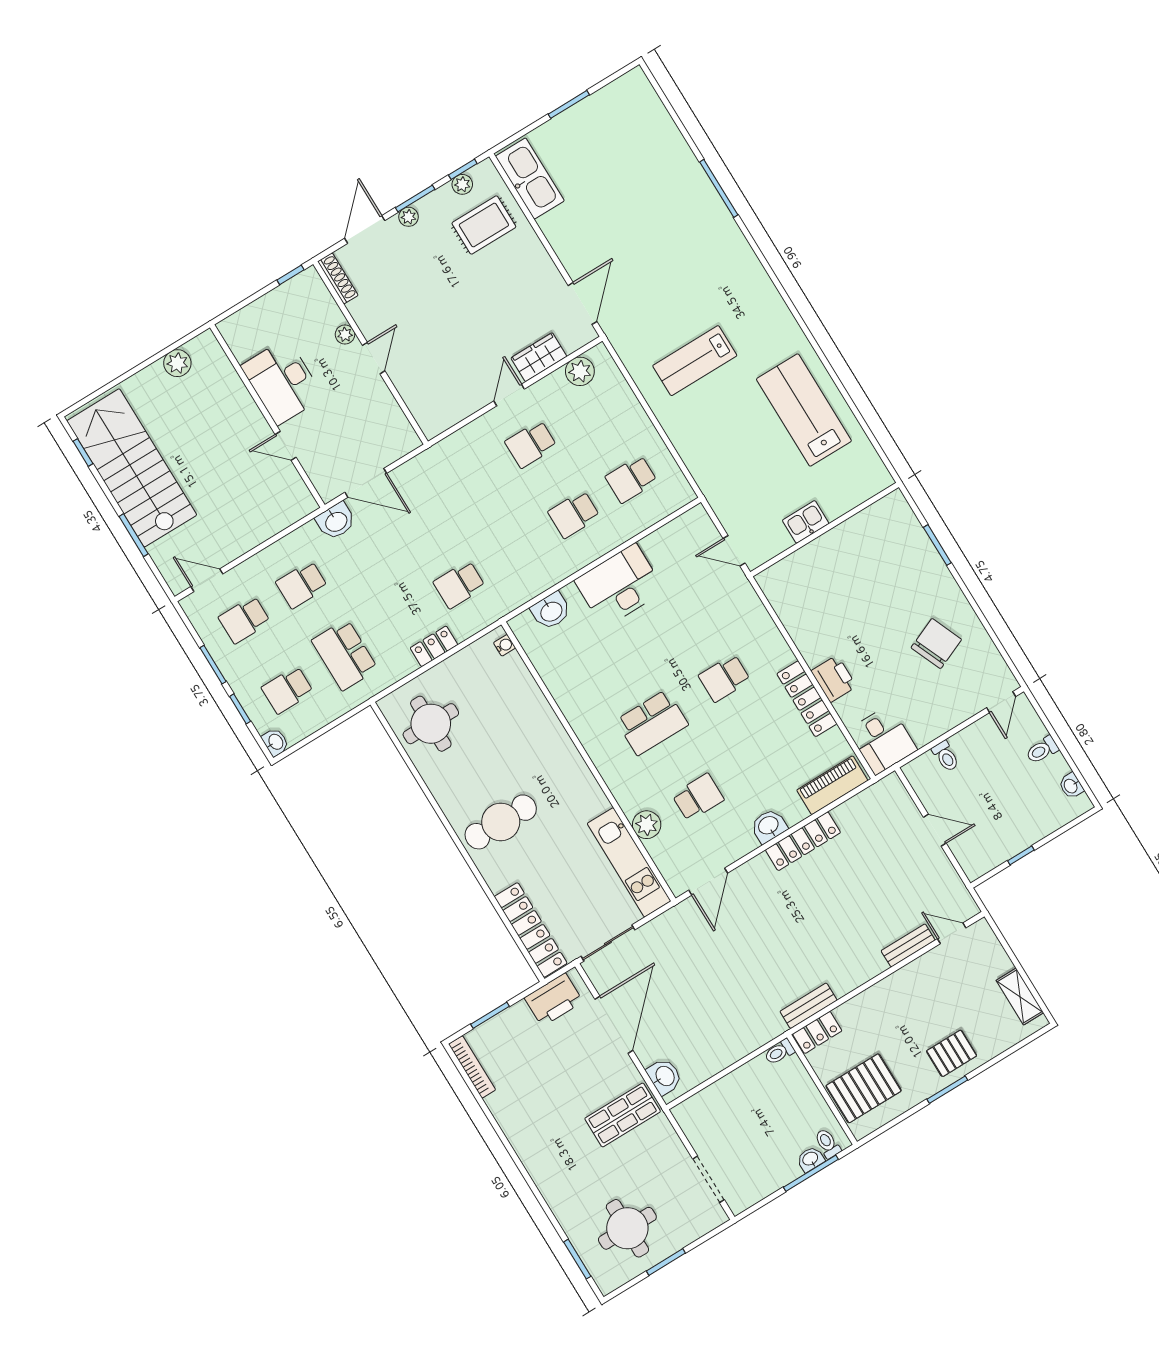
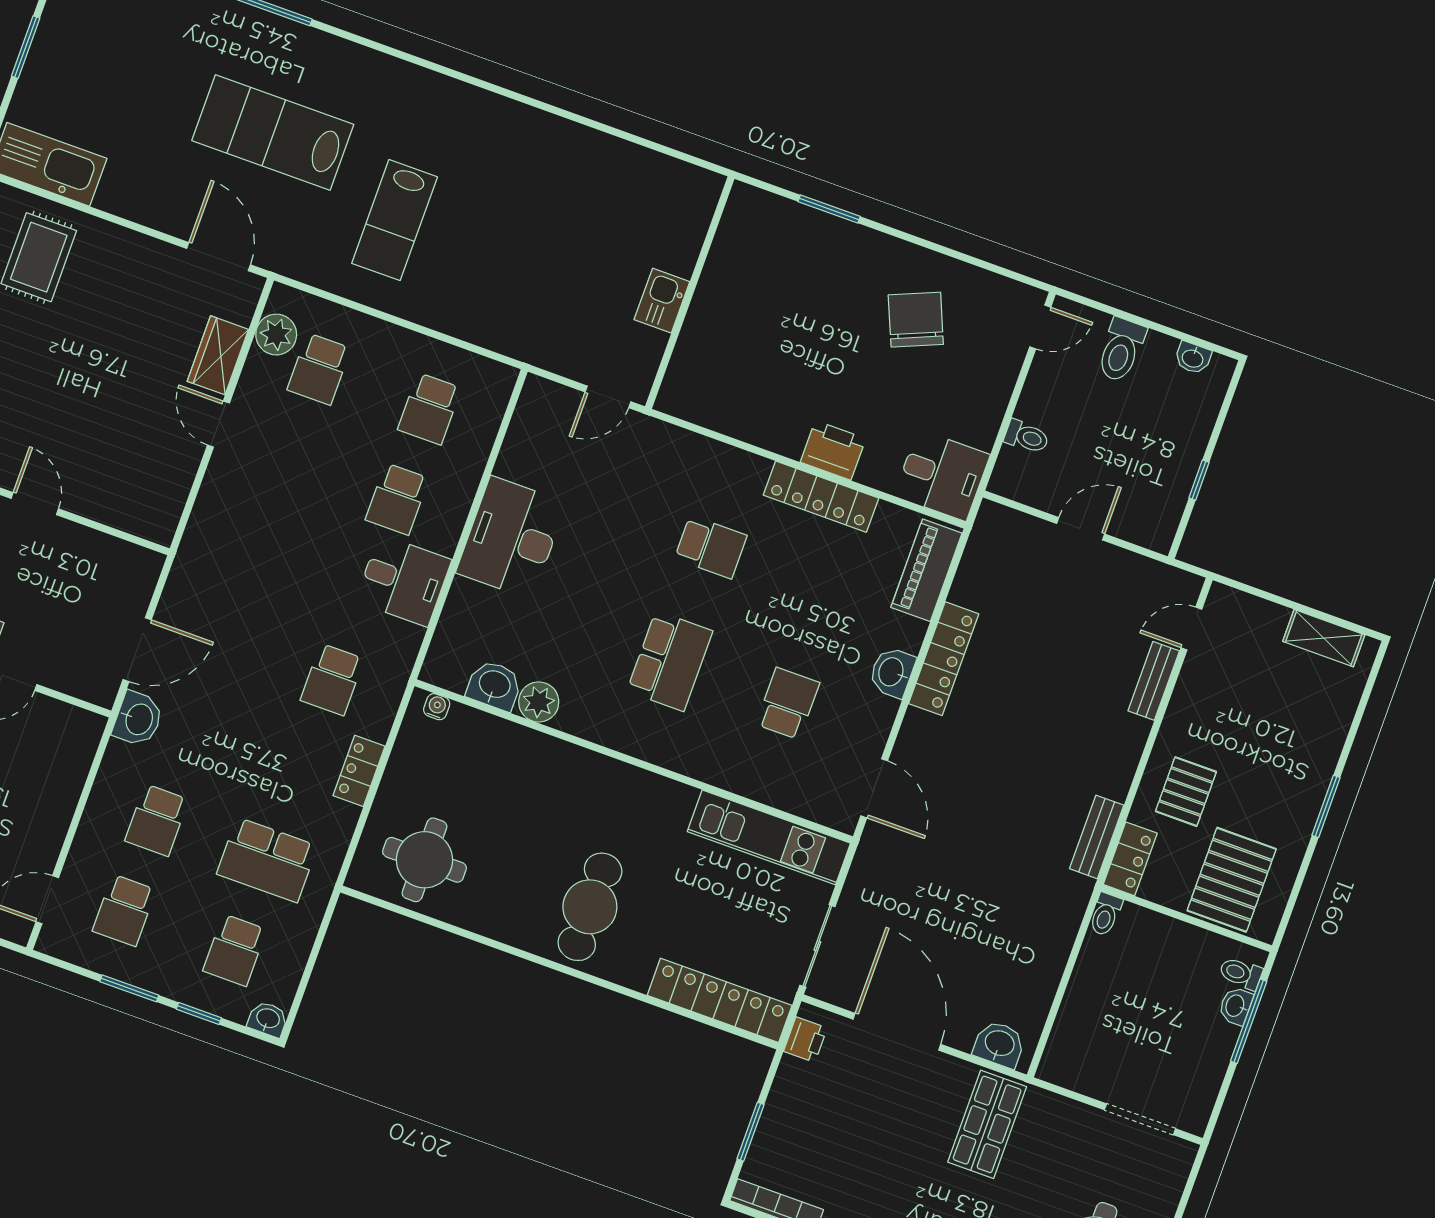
lab bench: (804, 410) -> (273, 132), moved
school desk: (531, 444) -> (319, 369), moved
desk: (542, 562) -> (403, 581), added
washbasin: (551, 611) -> (494, 685), moved, turned -90
school desk: (724, 678) -> (711, 547), turned -90
door: (1001, 702) -> (1040, 327), hinge flipped
toilet: (1042, 750) -> (1121, 350), width x1.37, depth x1.39
plant: (647, 825) -> (539, 702), moved
printer: (554, 1000) -> (805, 1040), width x0.53, depth x0.68
pallet: (952, 1053) -> (1186, 792), moved

